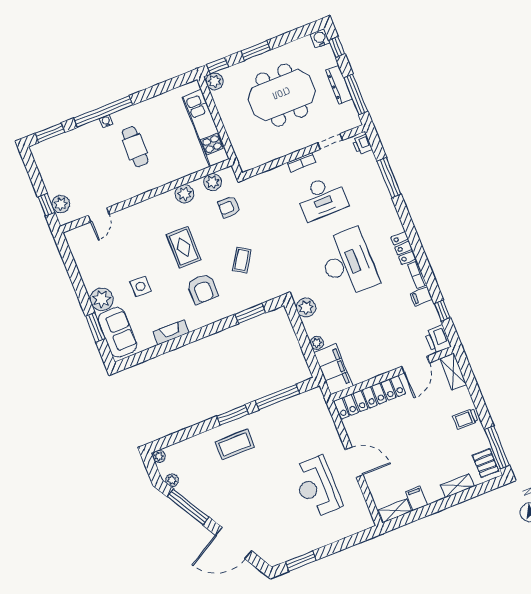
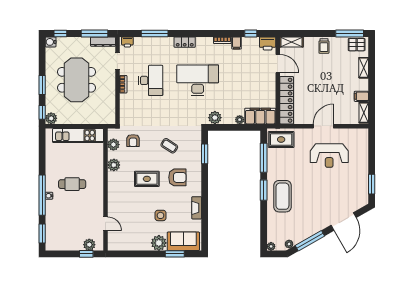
dresser: (339, 85) -> (103, 42), moved
locker: (403, 248) -> (185, 42), moved
rug: (312, 411) -> (281, 139), added
coffee table: (235, 444) -> (282, 196), width x1.36, depth x1.32

